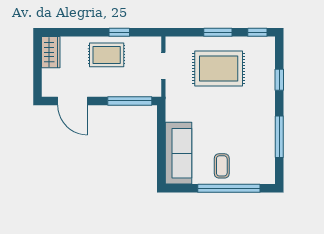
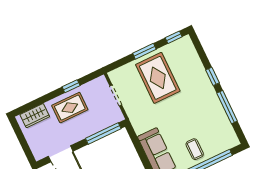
wardrobe: (51, 52) -> (35, 116), moved, turned 90
rug: (219, 68) -> (158, 78), turned 90
window: (279, 80) -> (212, 76), moved

